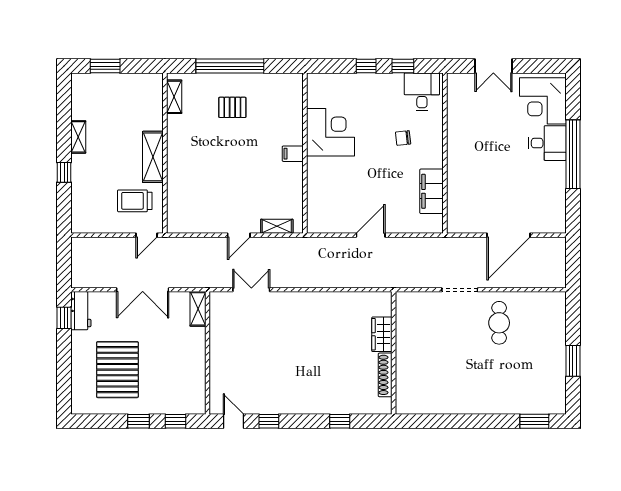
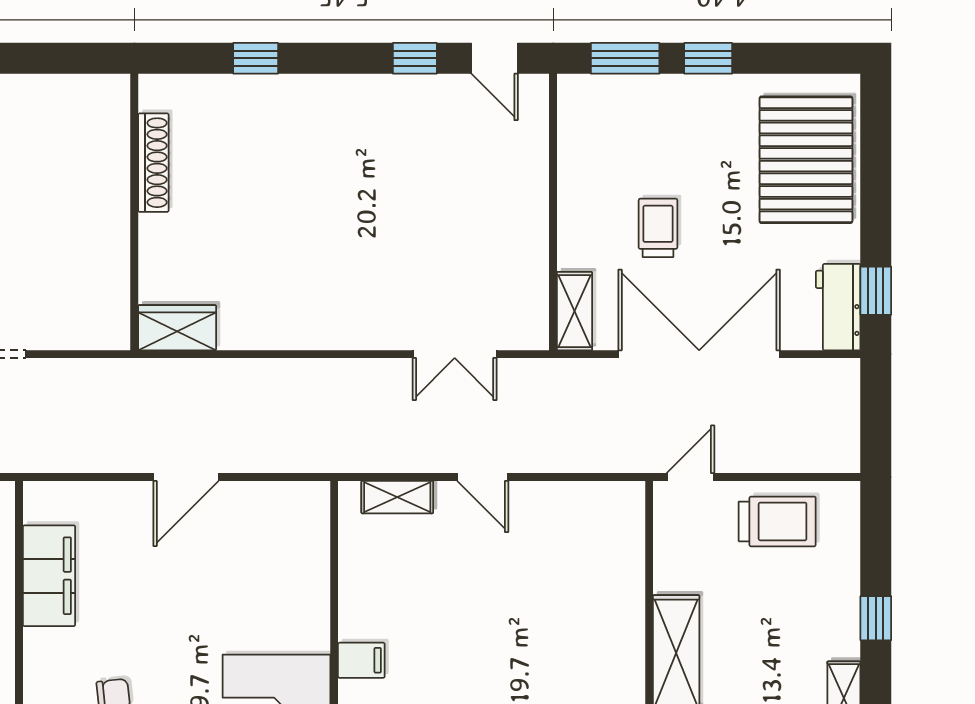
trolley: (135, 201) -> (777, 521), moved
door: (239, 235) -> (483, 477), swing flipped
double door: (143, 290) -> (699, 354), width x1.36
wardrobe: (382, 334) -> (177, 328), moved, turned -90
trolley: (161, 346) -> (658, 228), added
pallet: (117, 370) -> (806, 160), moved
window: (175, 421) -> (625, 58), width x1.50

